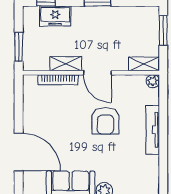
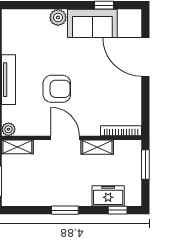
bookcase: (58, 80) -> (121, 131), moved
armchair: (105, 121) -> (57, 89), turned 90

